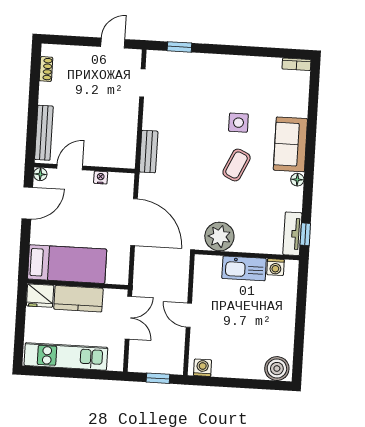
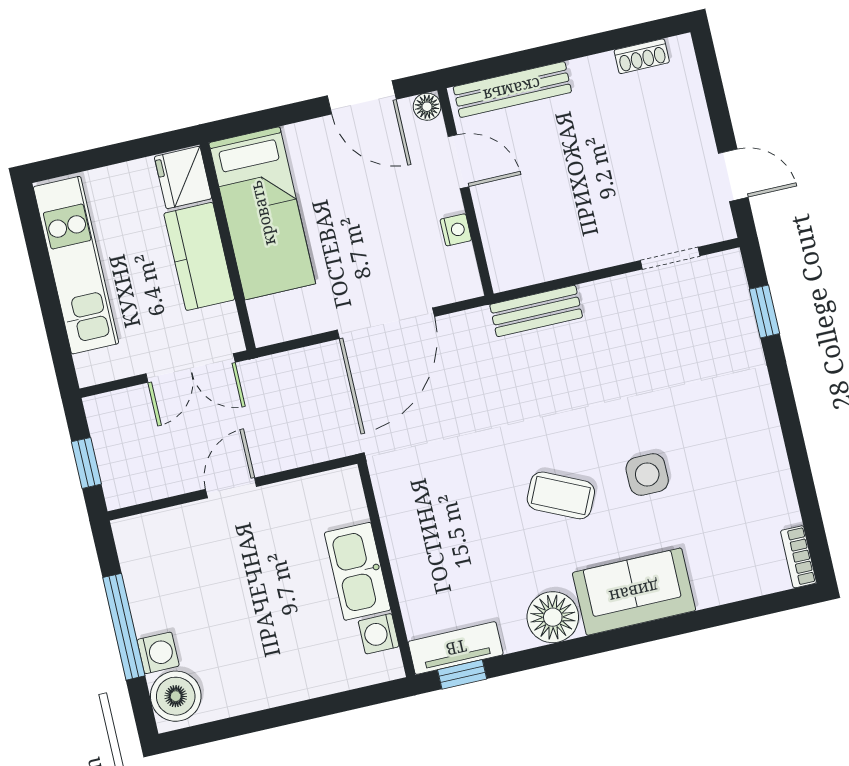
floor lamp: (297, 180) -> (553, 617), width x1.89, depth x1.89
plant: (219, 236) -> (407, 503), removed
washing machine: (203, 368) -> (158, 653), moved
window: (238, 383) -> (124, 627), added

